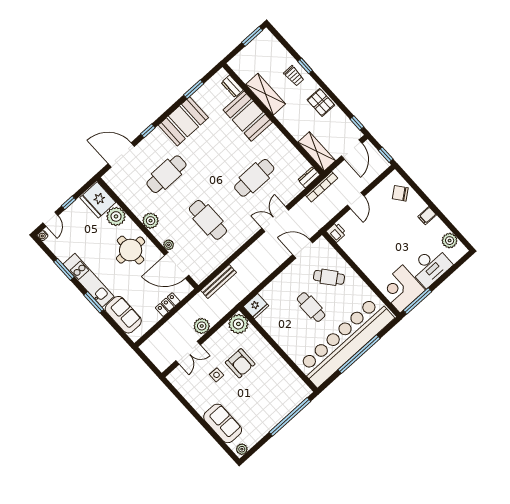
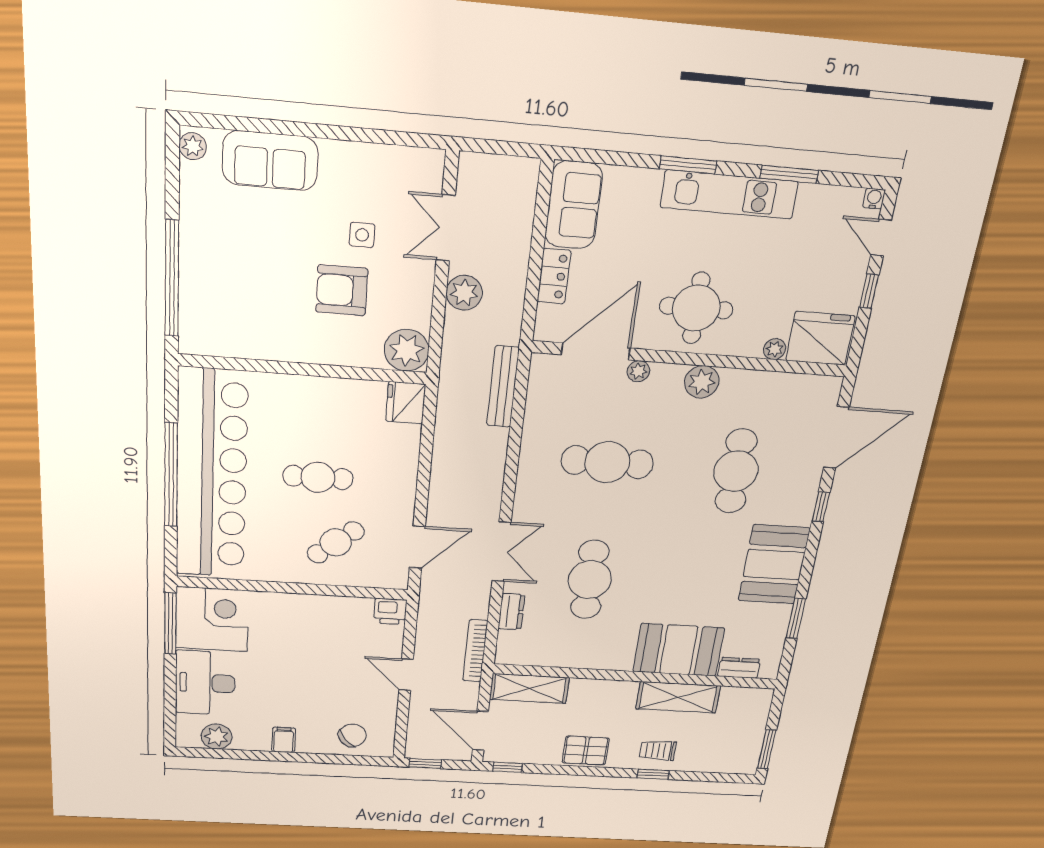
dresser: (309, 177) -> (511, 612), moved
plant: (116, 216) -> (775, 349), width x0.53, depth x0.53
sofa: (123, 315) -> (574, 205), moved, turned -90

